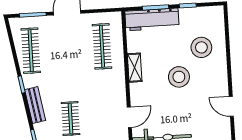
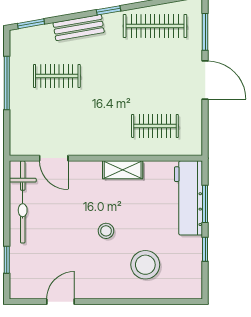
clothes rail: (102, 46) -> (155, 126), width x0.73
stool: (179, 77) -> (106, 231), width x0.53, depth x0.53

